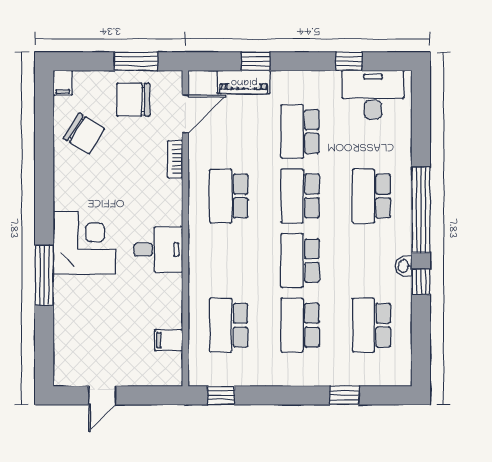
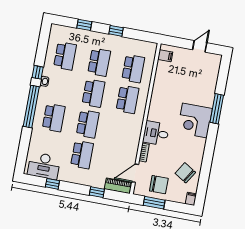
piano: (244, 82) -> (118, 186), moved
school desk: (229, 196) -> (127, 99), moved
desk: (158, 250) -> (156, 133), moved
filing cabinet: (169, 340) -> (165, 56), moved
window: (221, 395) -> (116, 31), moved

